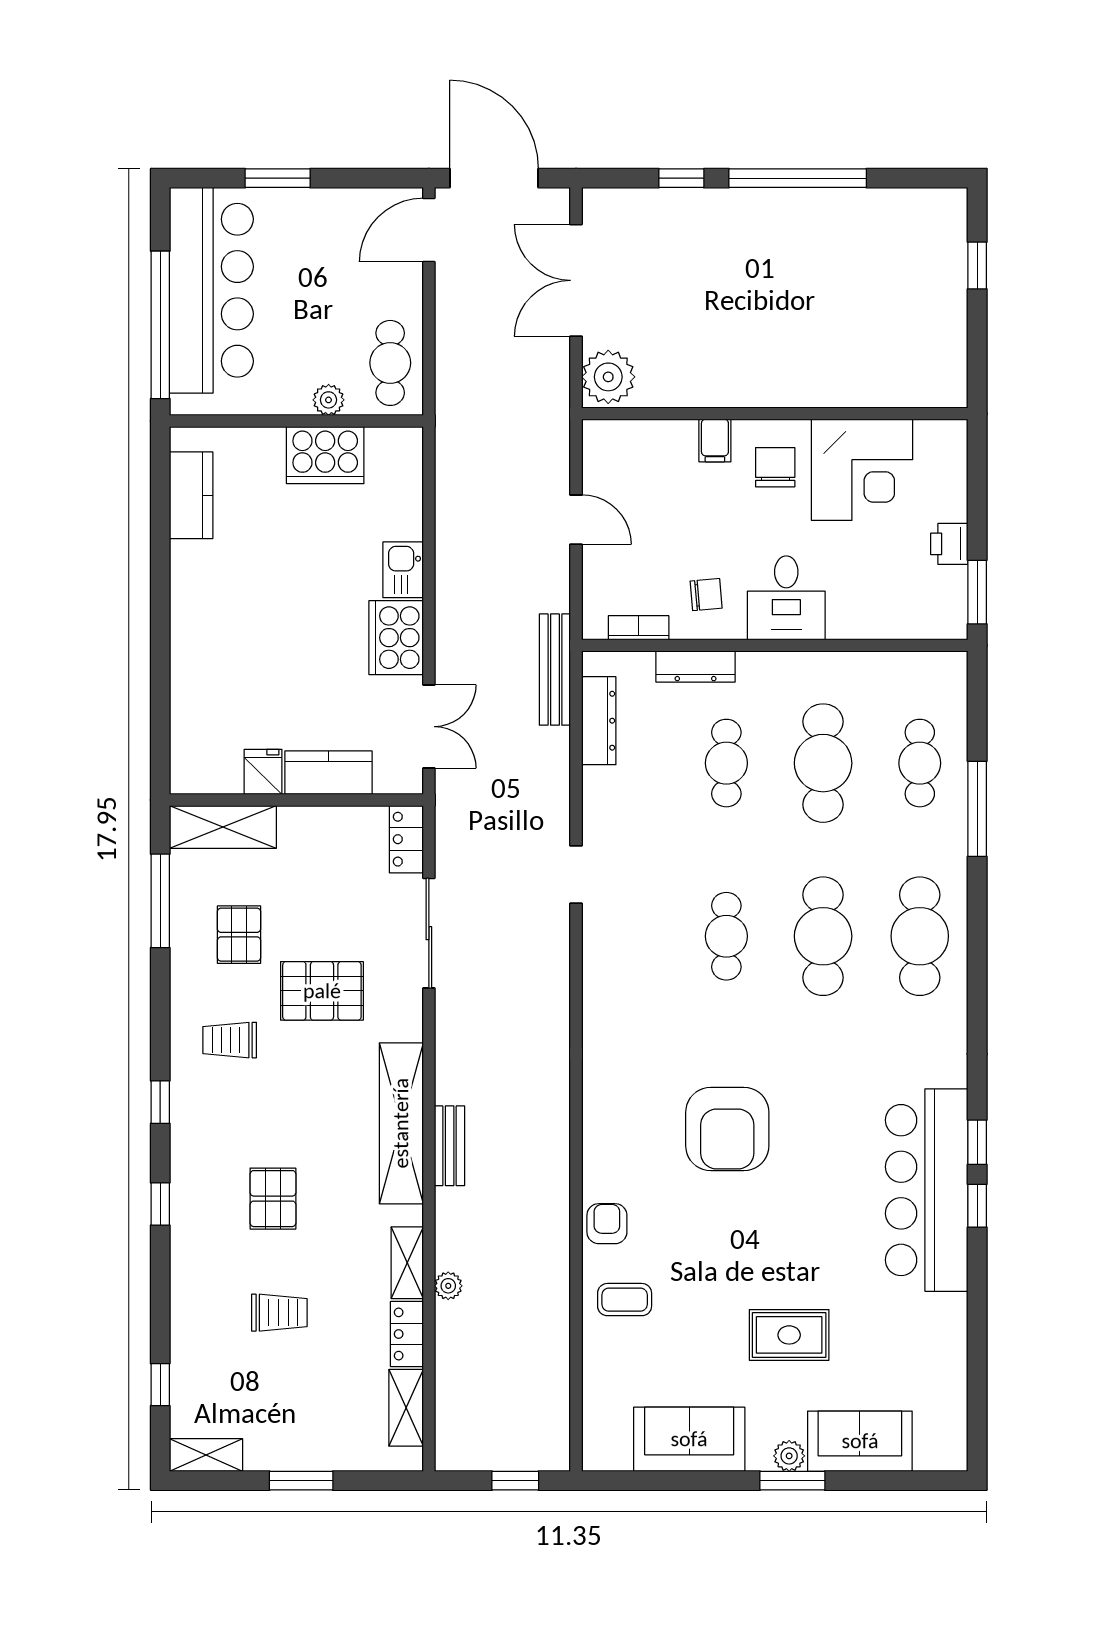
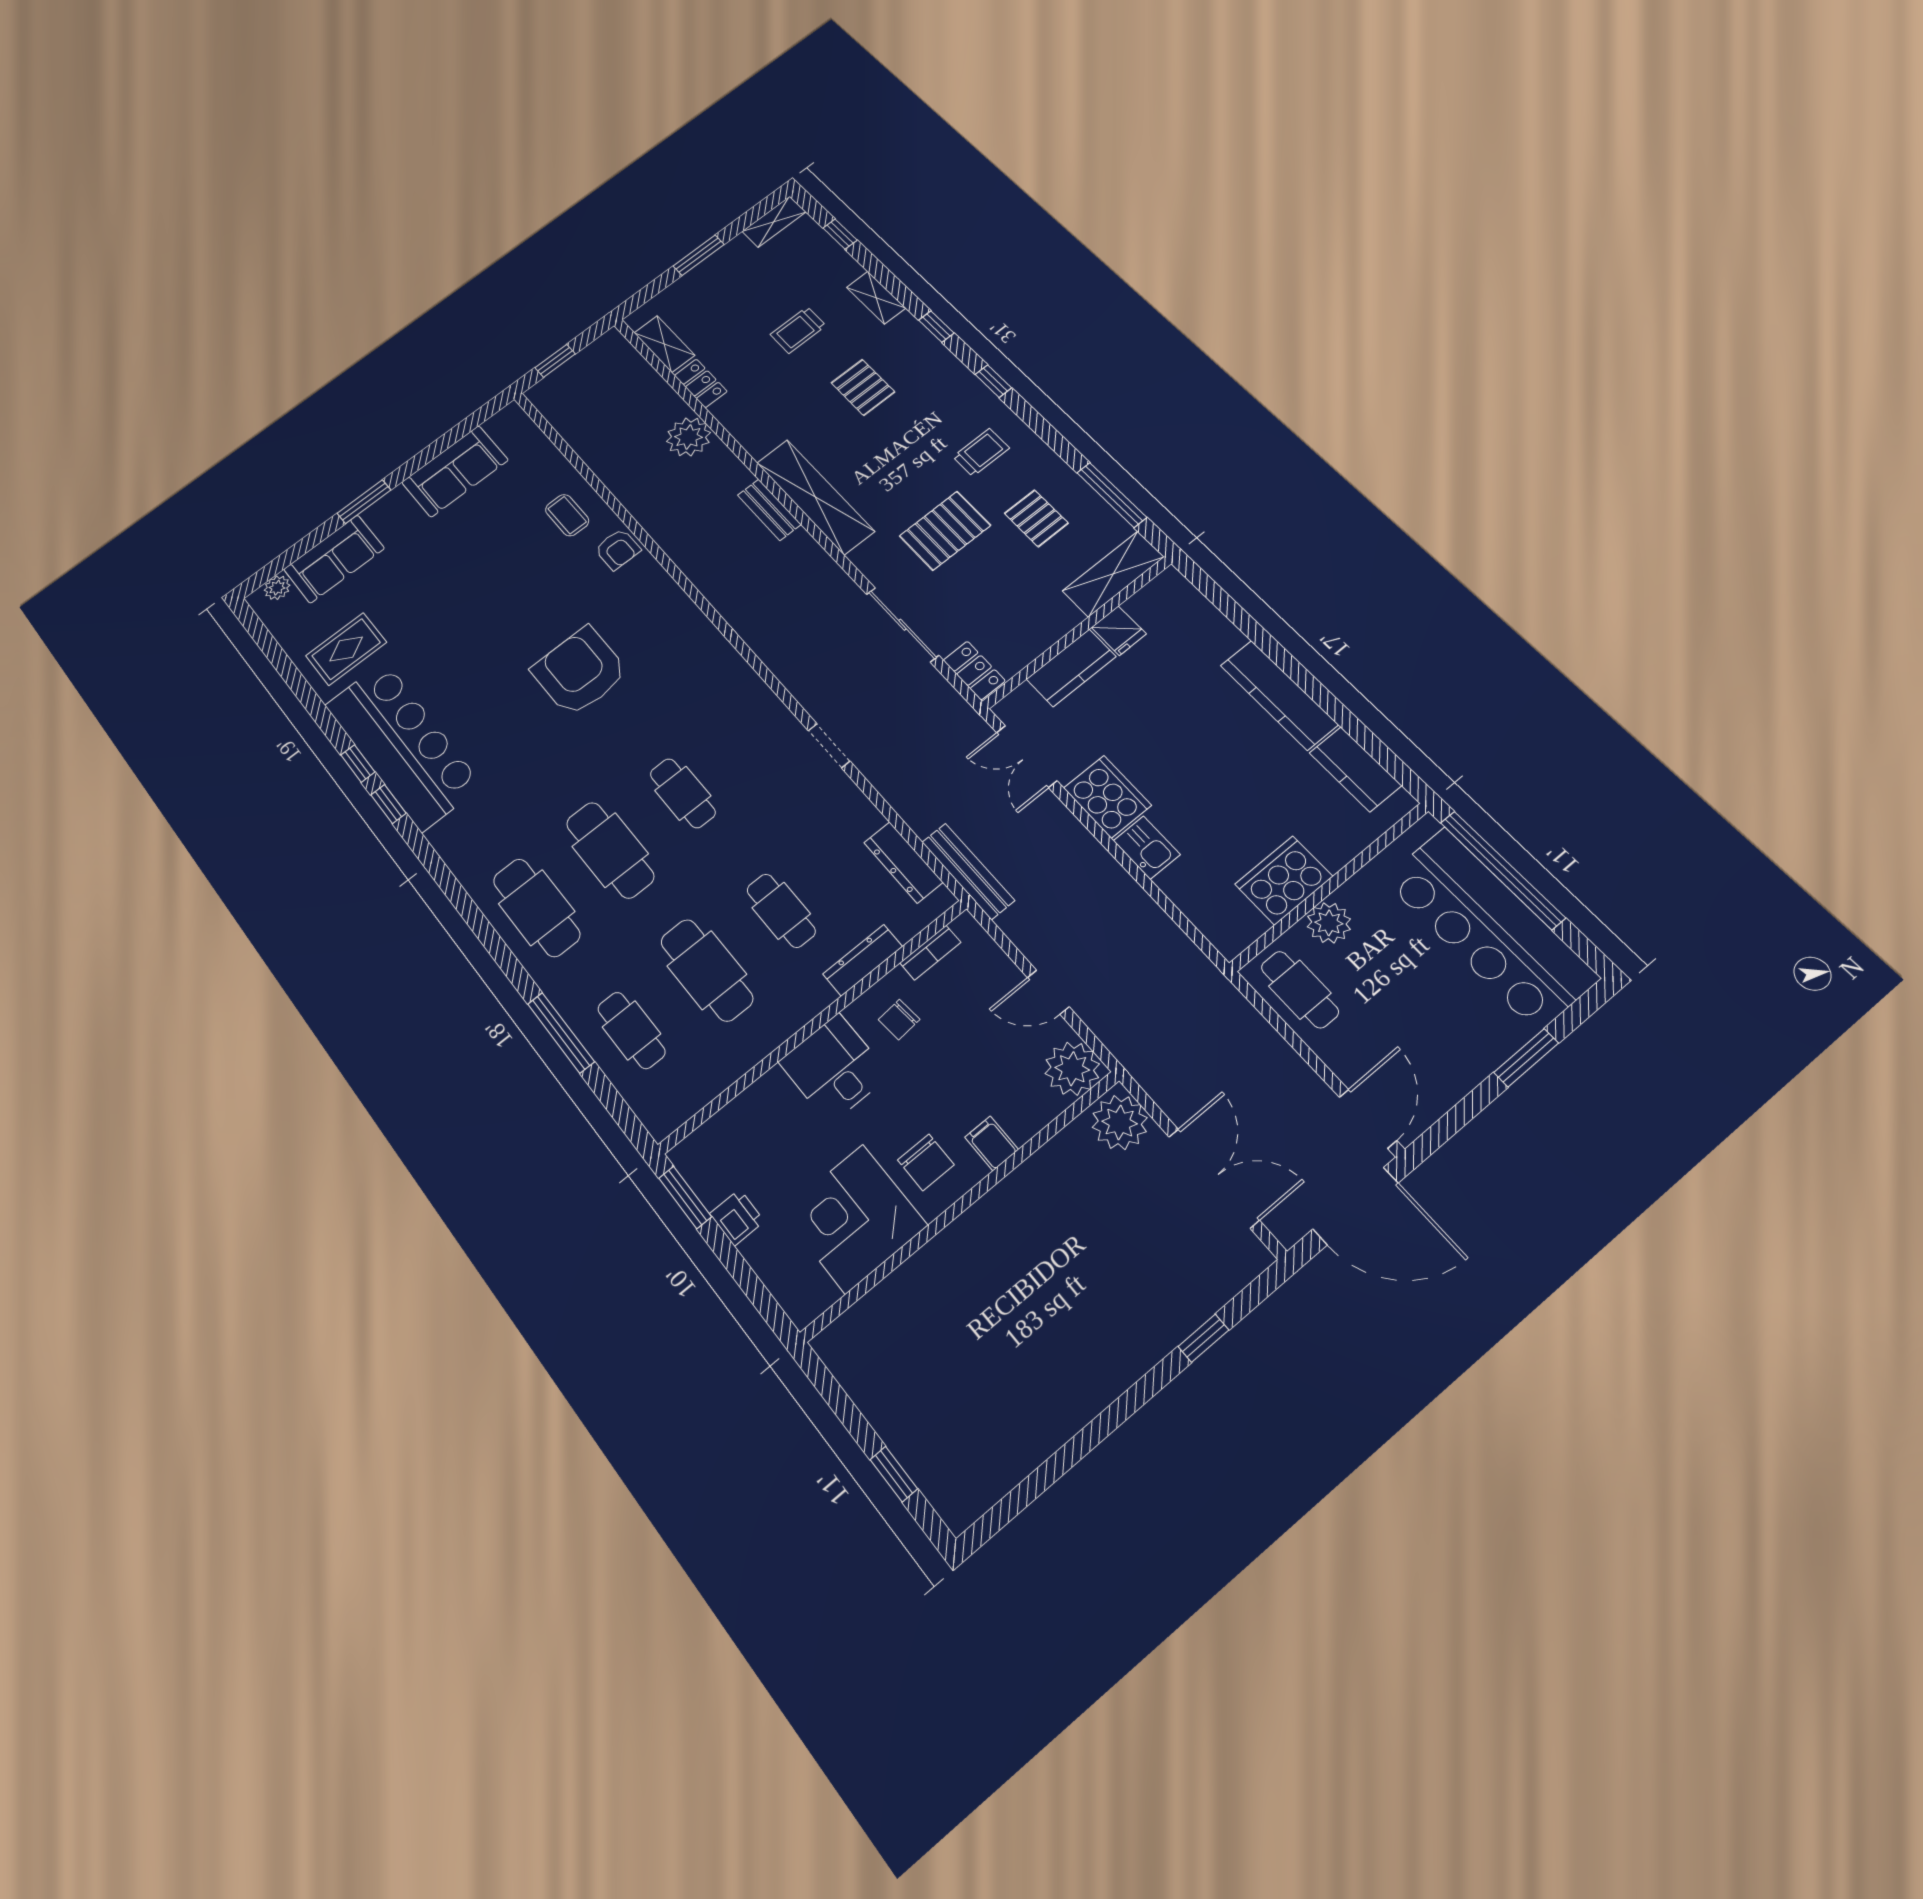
window: (798, 178) -> (1107, 1422), removed
plant: (329, 400) -> (1329, 923), width x1.38, depth x1.38
plant: (608, 446) -> (1072, 1069), added
kitchen counter: (191, 606) -> (1279, 695), added
shelving: (407, 1263) -> (876, 298), moved
plant: (448, 1286) -> (688, 437), width x1.88, depth x1.88
coffee table: (625, 1300) -> (567, 515), turned 90
rug: (789, 1335) -> (346, 649), moved
plant: (789, 1456) -> (277, 588), moved

